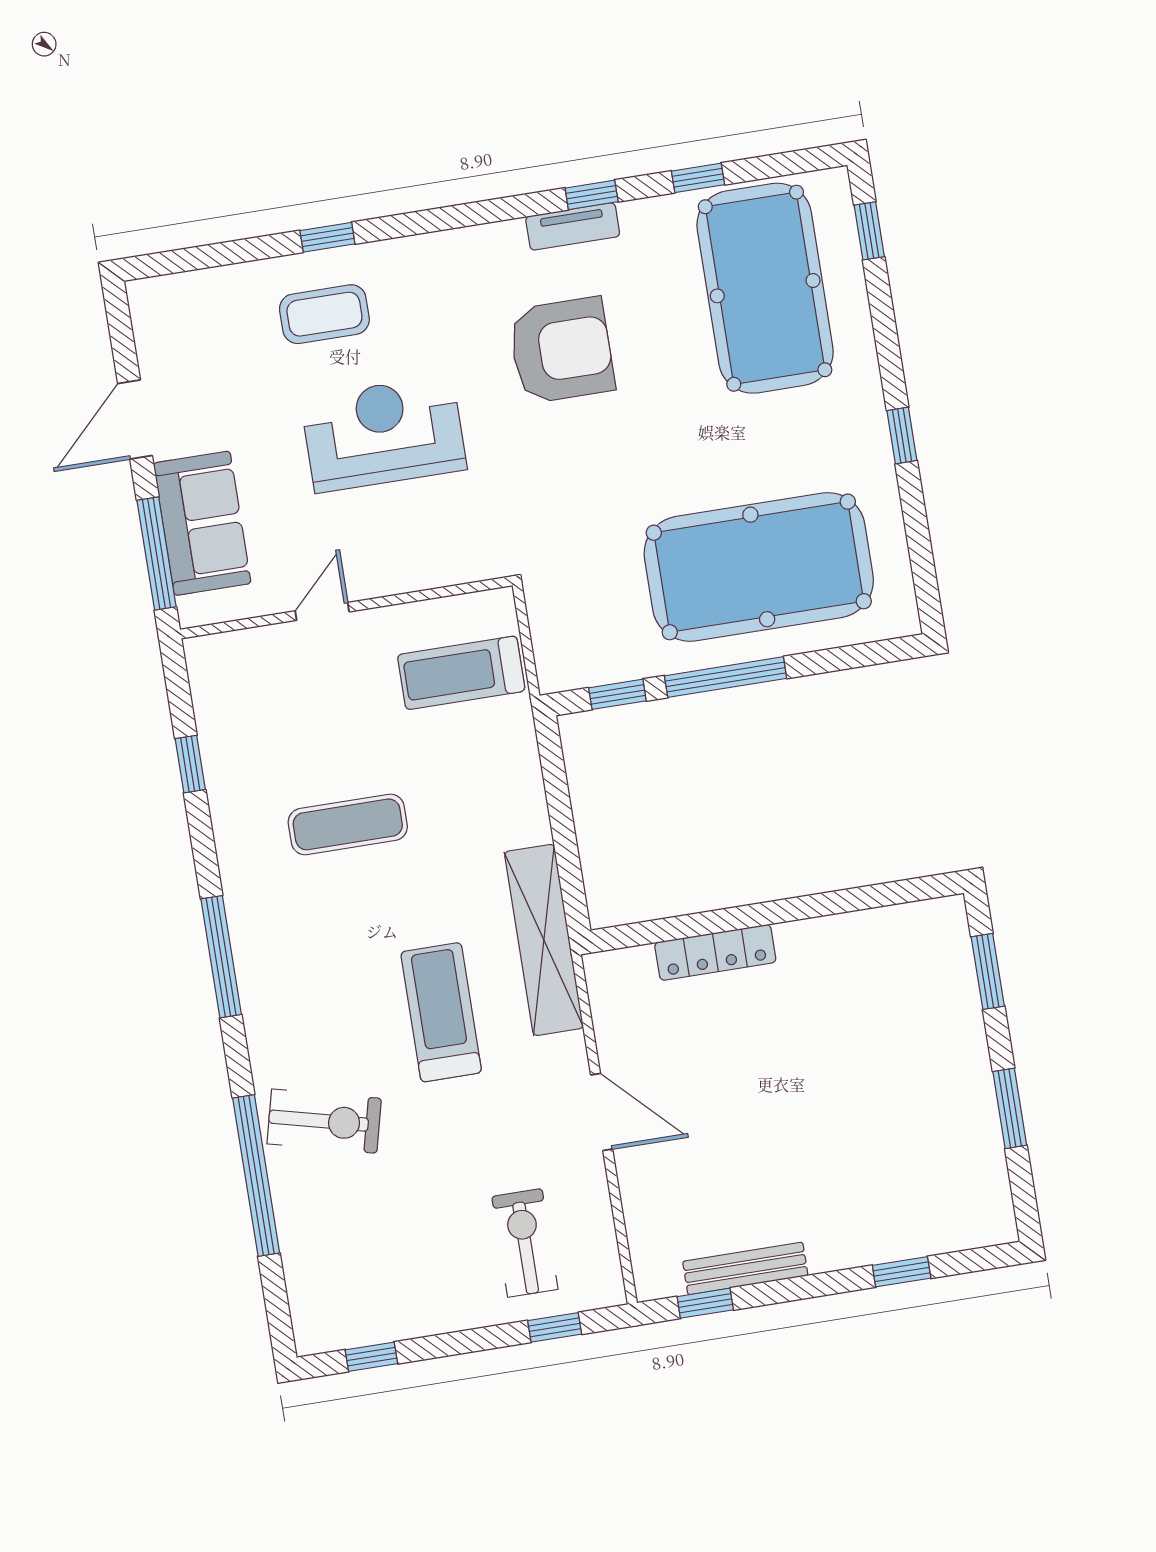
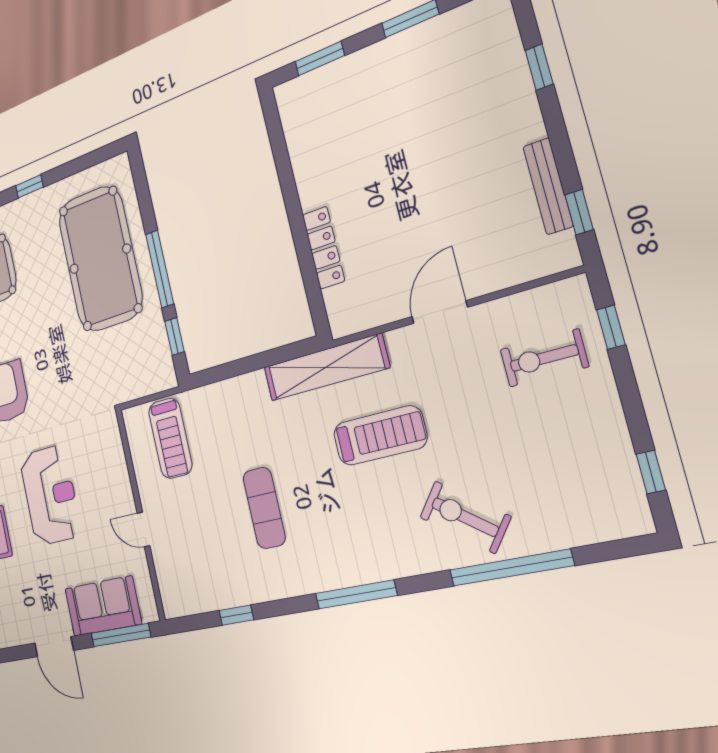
reception desk: (384, 434) -> (50, 495), turned 180
treadmill: (441, 1012) -> (380, 436), turned 180
exercise bike: (324, 1121) -> (465, 517), turned -67

